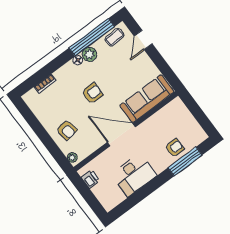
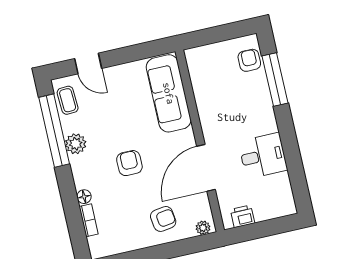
floor lamp: (78, 60) -> (84, 197), moved
door: (121, 135) -> (206, 168), moved
armchair: (175, 148) -> (249, 60), moved
desk: (134, 175) -> (263, 156), width x0.73

